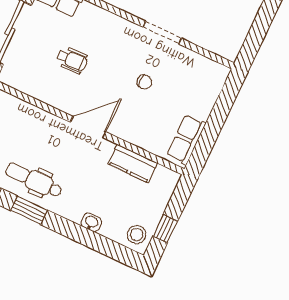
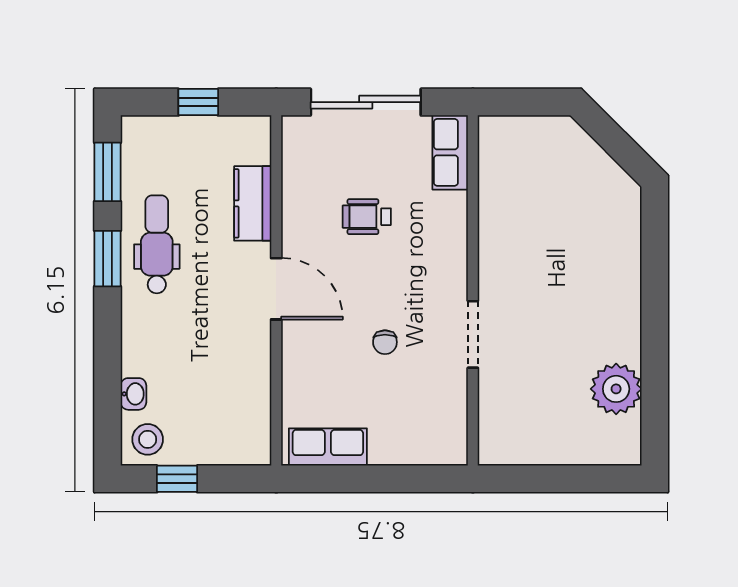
wheelchair: (72, 60) -> (367, 217), turned 92
kitchen counter: (133, 164) -> (253, 203), moved
washbasin: (91, 223) -> (133, 394), moved

